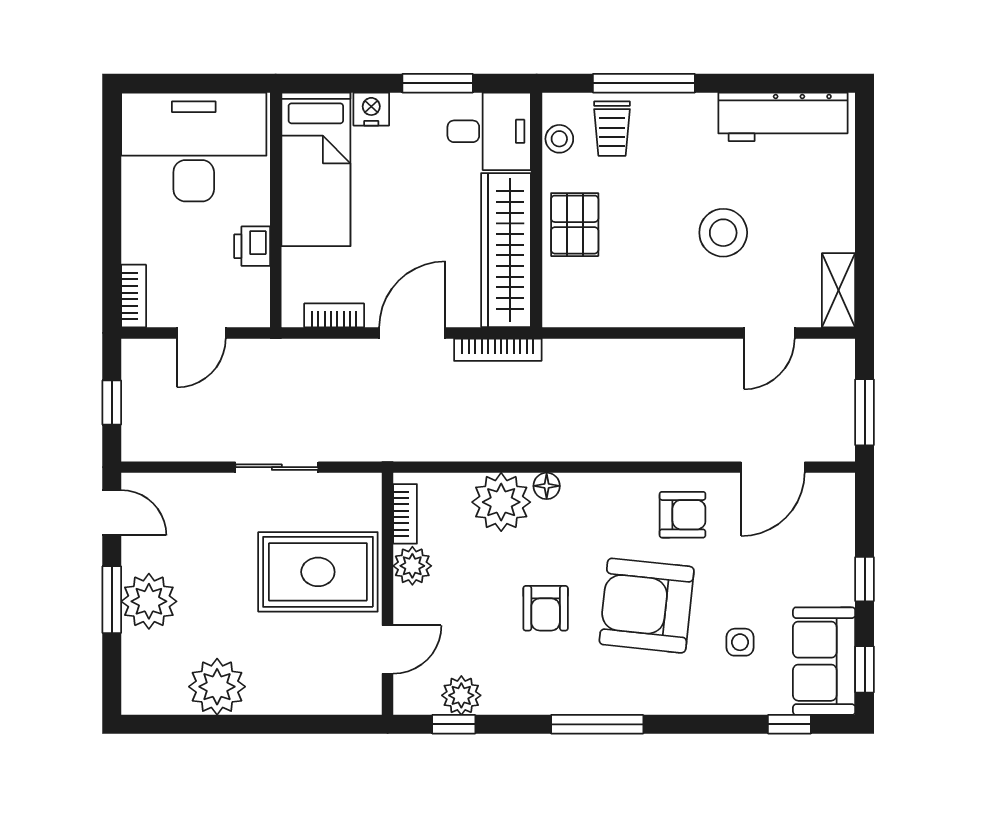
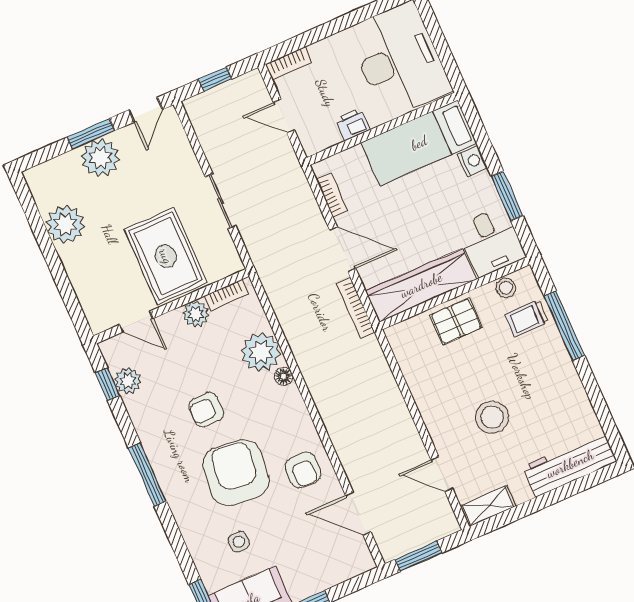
workbench: (783, 117) -> (570, 464), moved, turned 90

